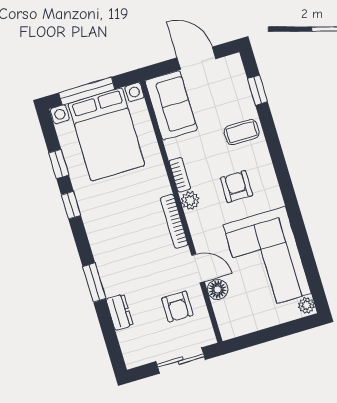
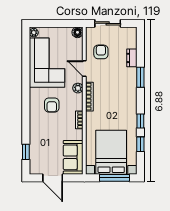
coffee table: (242, 132) -> (41, 133), removed
plant: (190, 201) -> (78, 88), moved
floor lamp: (218, 289) -> (77, 32), moved

